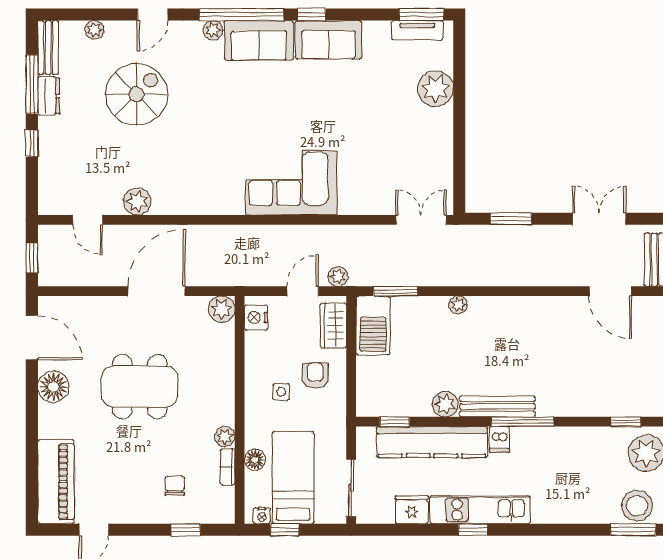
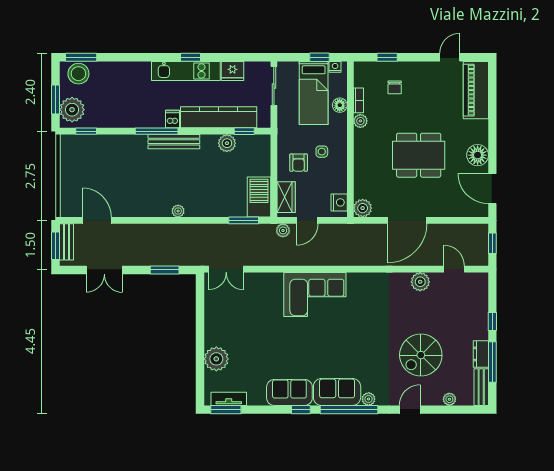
plant: (458, 305) -> (178, 211), moved
plant: (445, 404) -> (227, 143), moved

